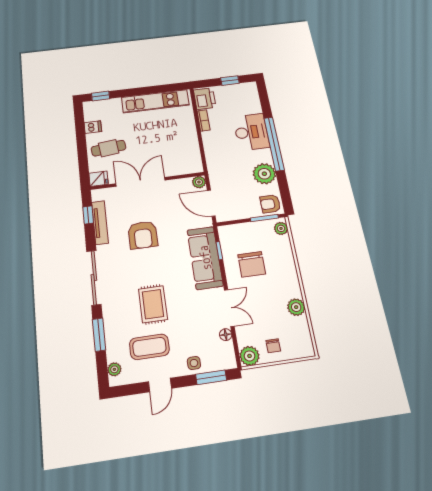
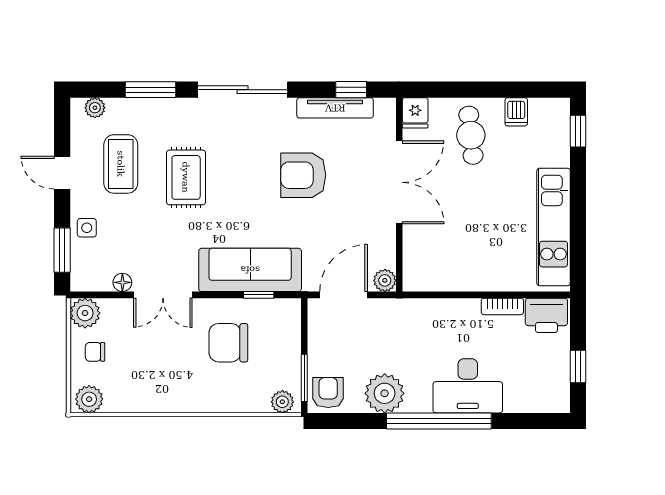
rug: (153, 304) -> (186, 177), turned 90
plant: (296, 307) -> (89, 399), moved

